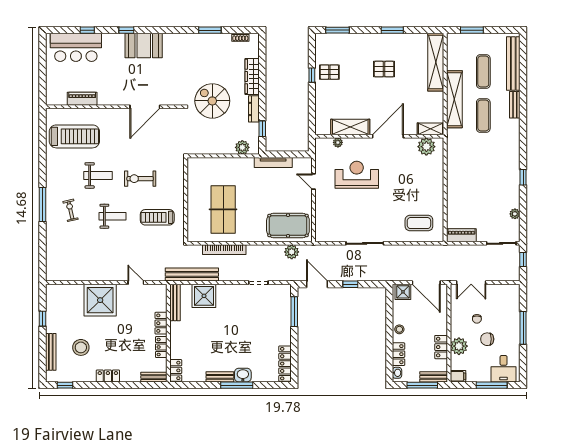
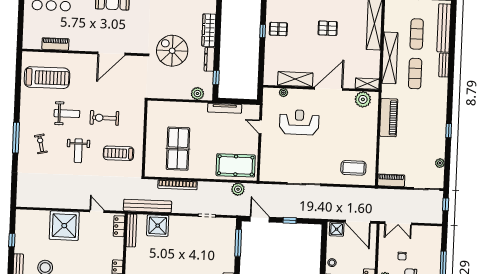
piano: (456, 166) -> (389, 118), added
weight bench: (112, 216) -> (78, 151), turned 90
locker: (161, 323) -> (119, 226), moved

